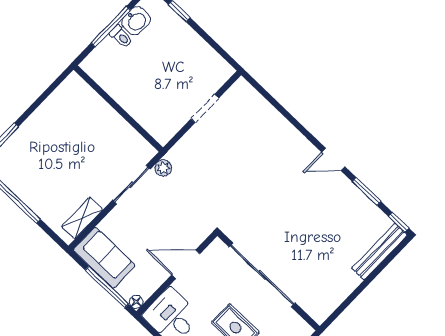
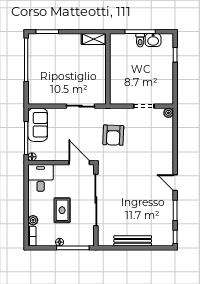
plant: (163, 168) -> (168, 113), moved
armchair: (204, 179) -> (113, 135), added
shelving: (82, 218) -> (94, 39), moved
bench: (379, 252) -> (133, 241), moved
door: (186, 264) -> (79, 163), moved

